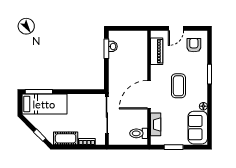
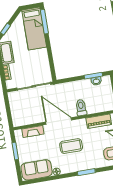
toilet: (139, 133) -> (81, 108), moved

